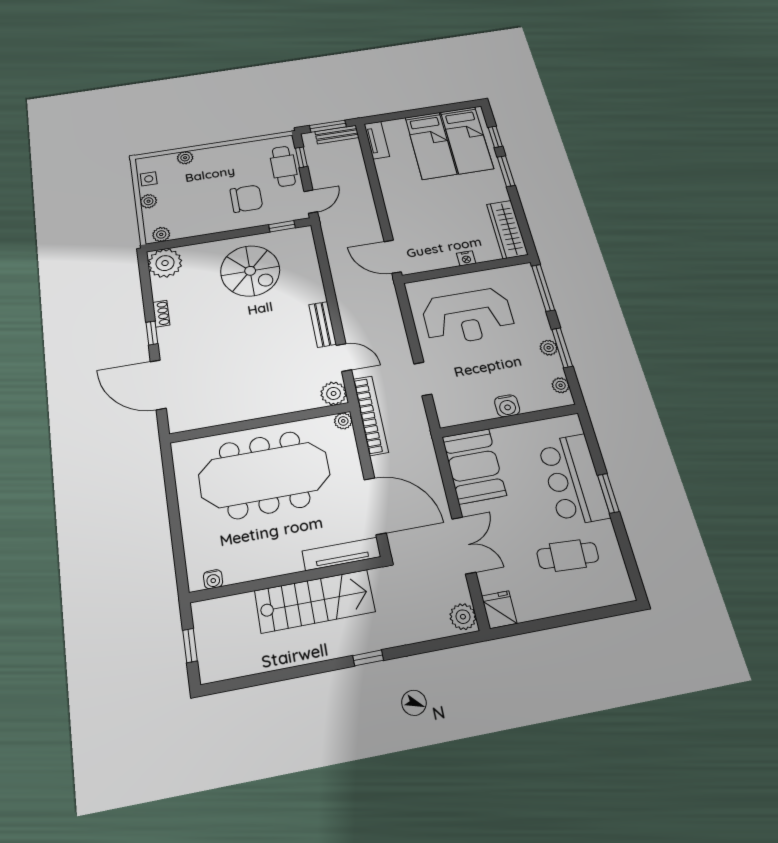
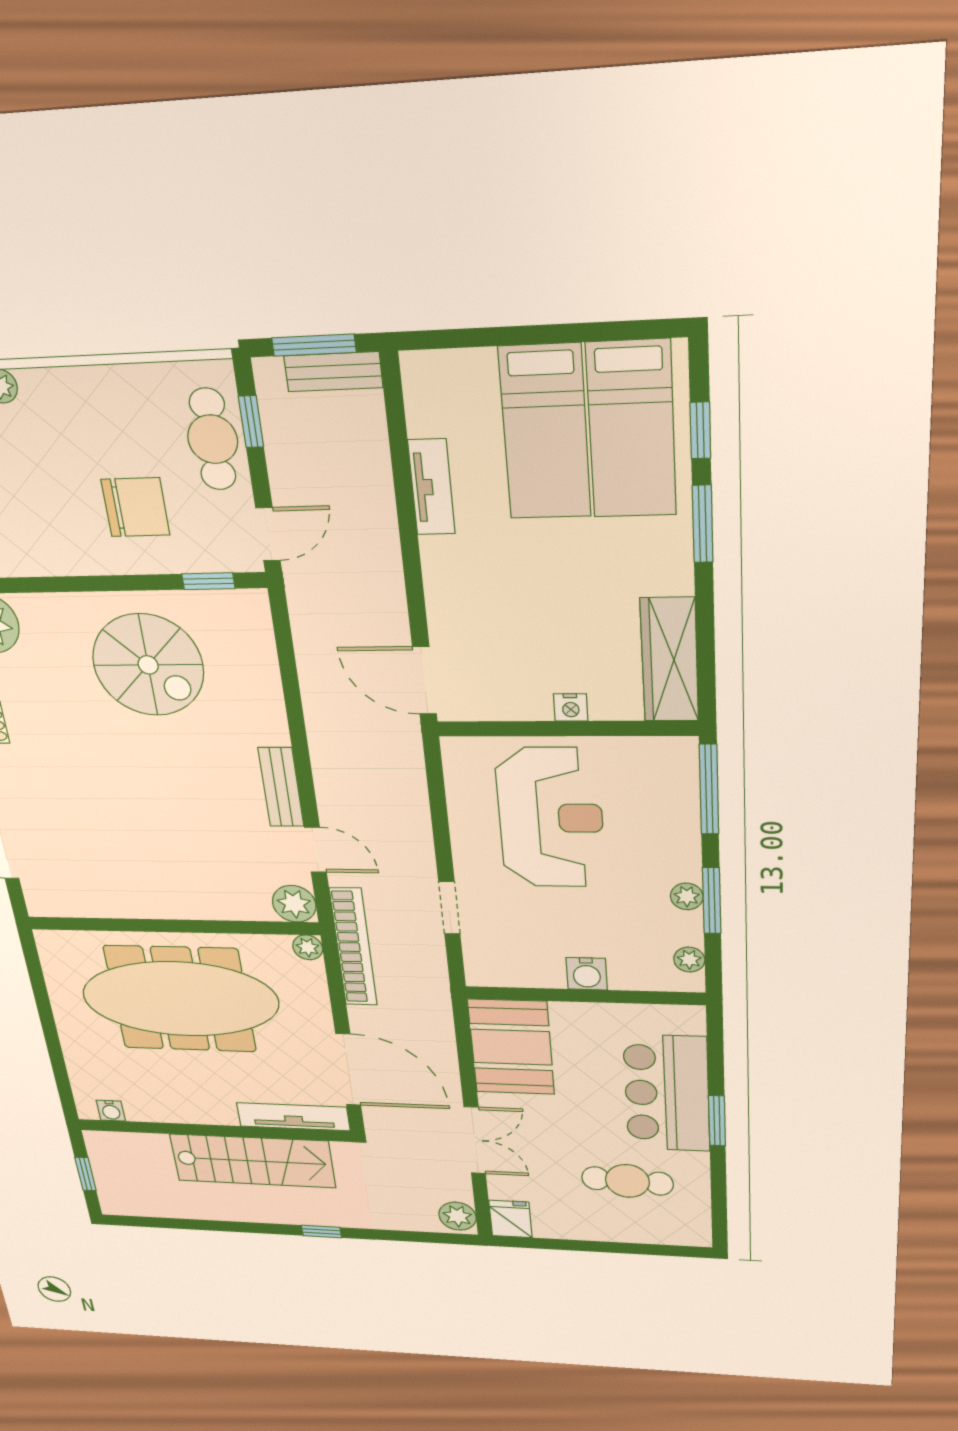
tv unit: (377, 140) -> (432, 487), moved
reception desk: (468, 316) -> (551, 818), turned -90

